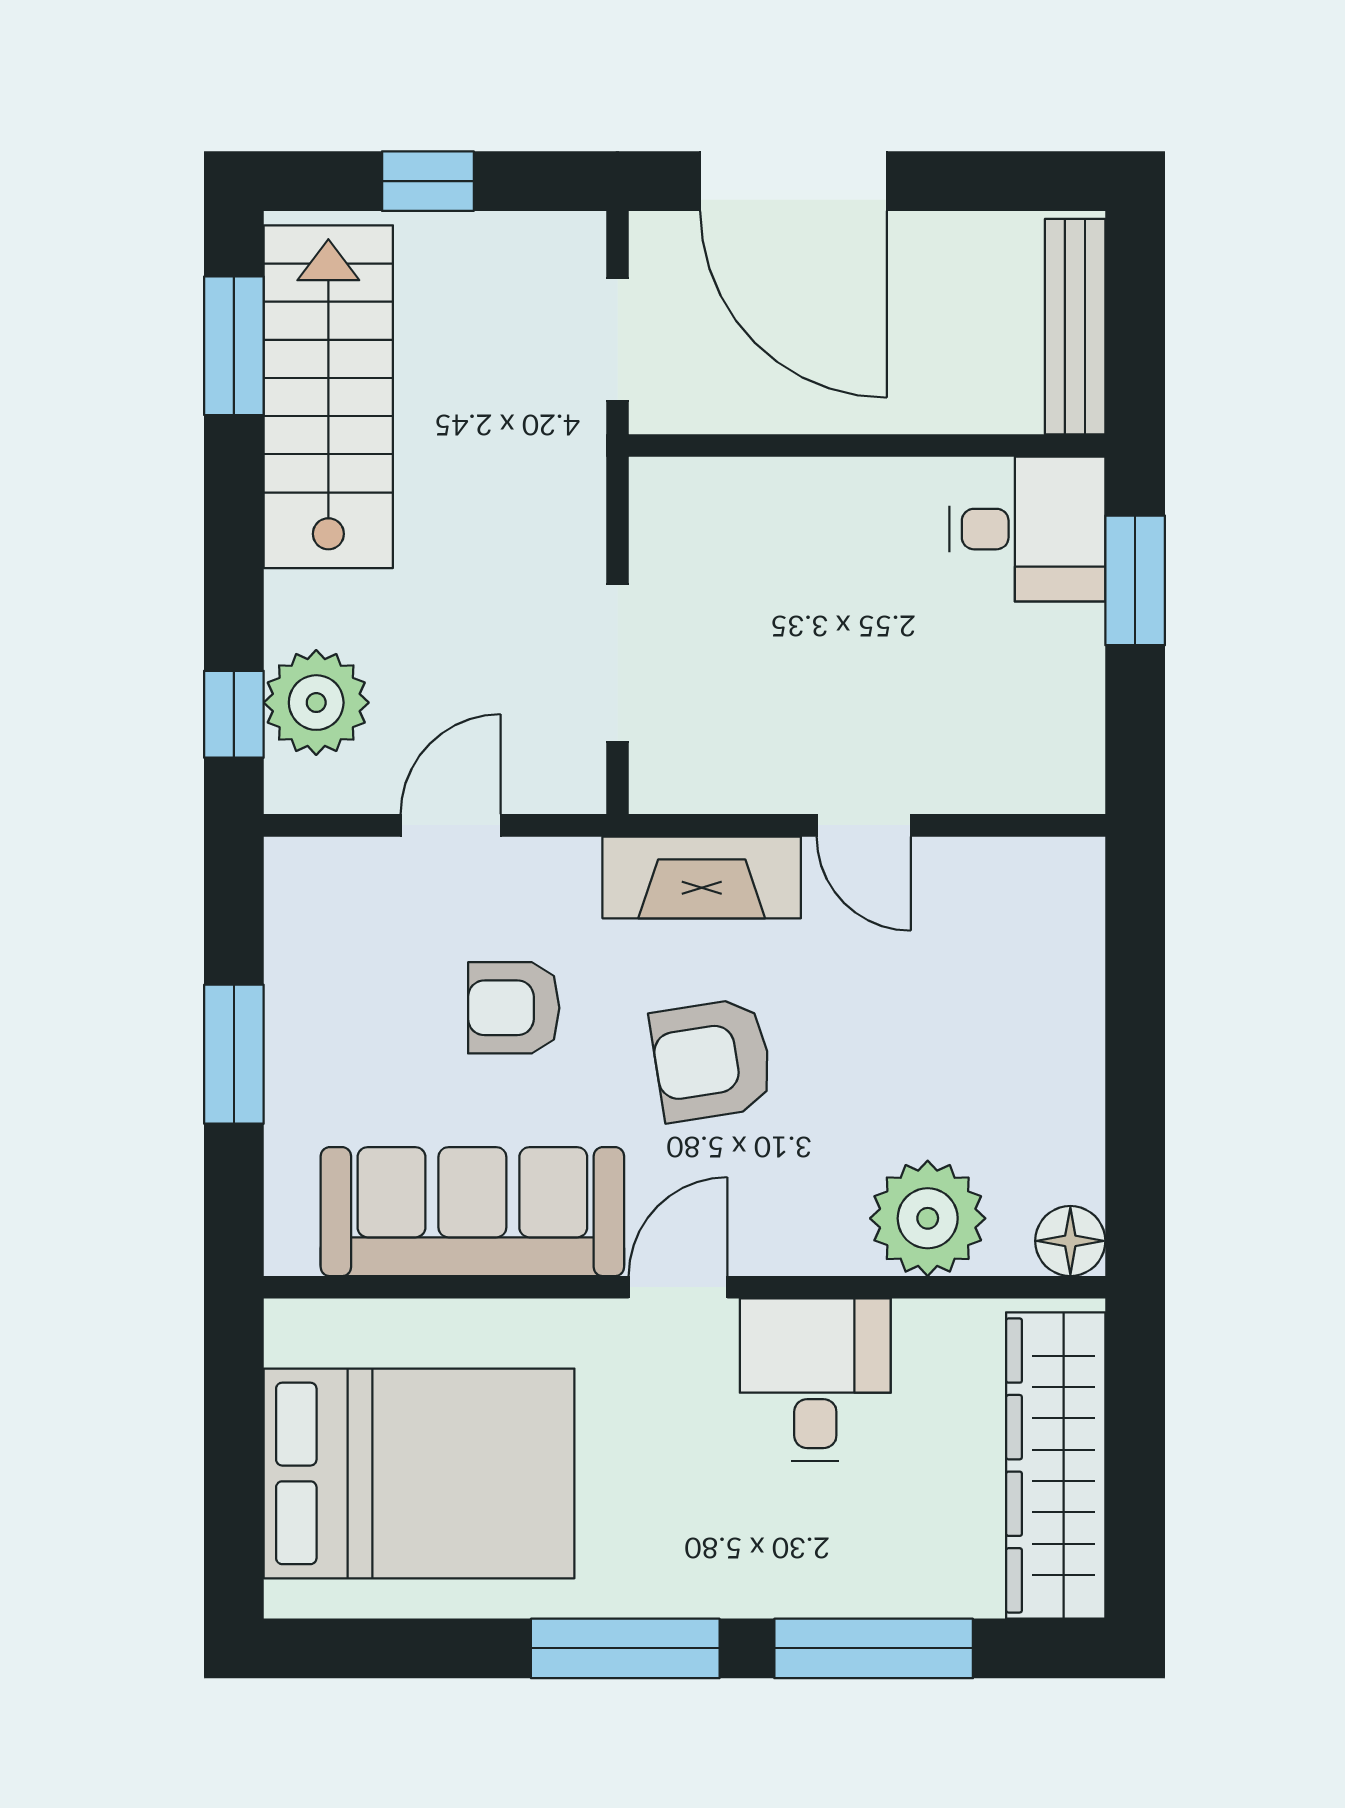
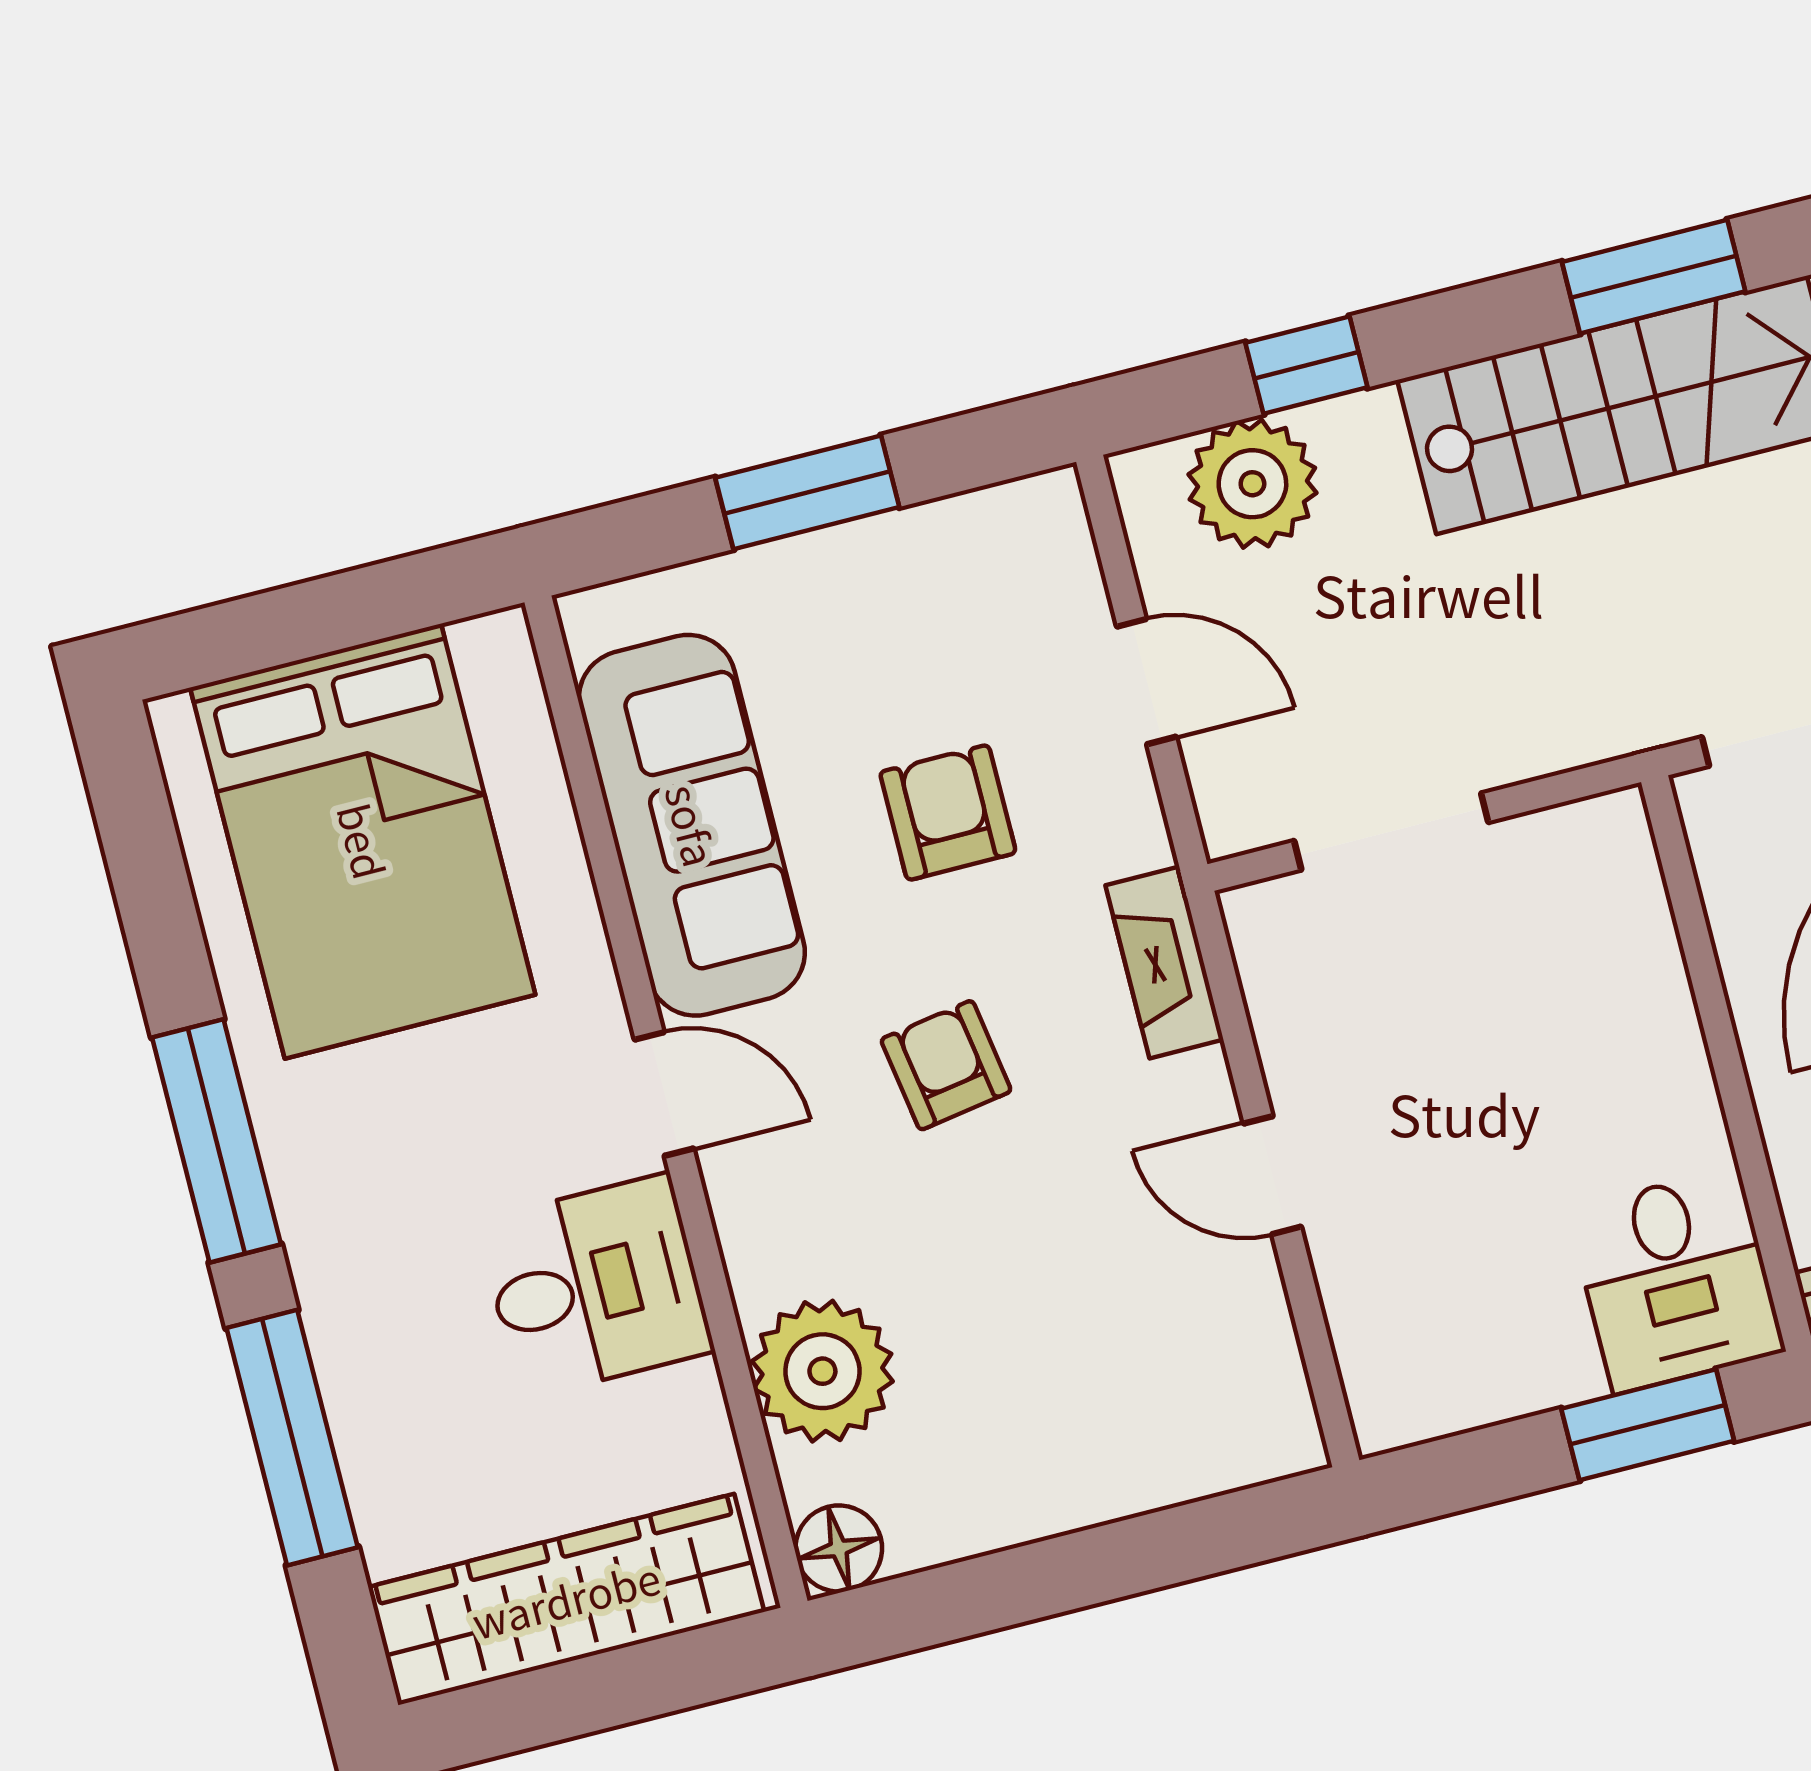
window: (234, 714) -> (1306, 365), moved
door: (864, 825) -> (1272, 1175), hinge flipped
fireplace: (702, 877) -> (1164, 962), width x0.73, depth x0.76
armchair: (712, 1060) -> (946, 1065), width x0.72, depth x0.72

